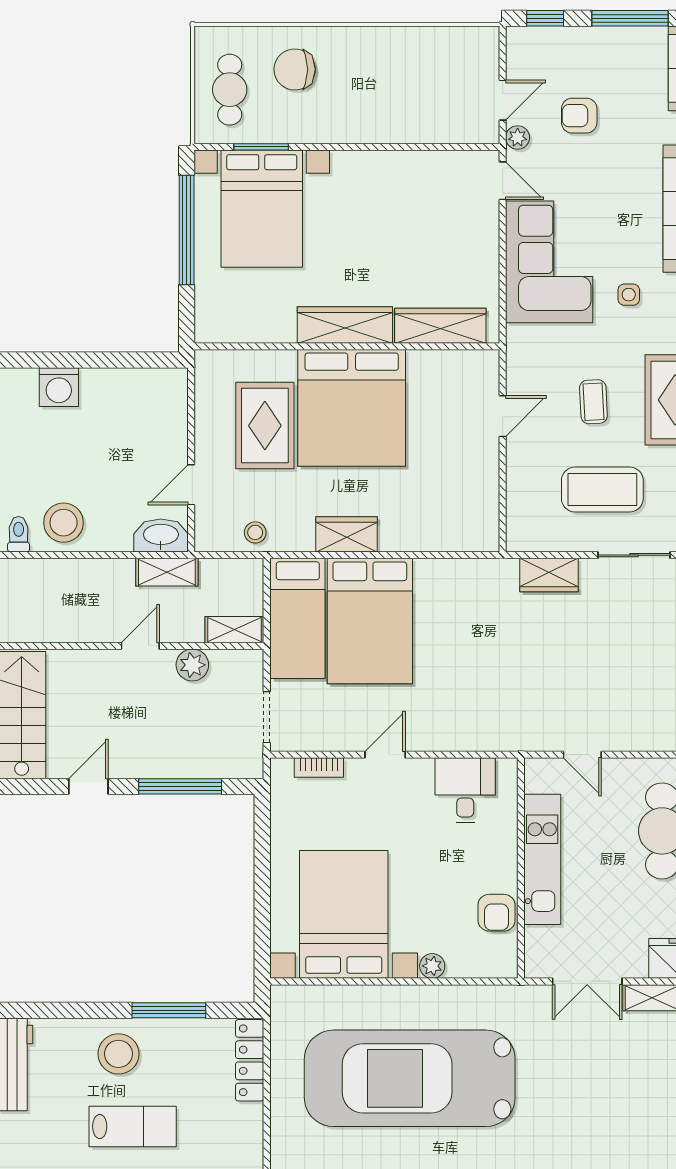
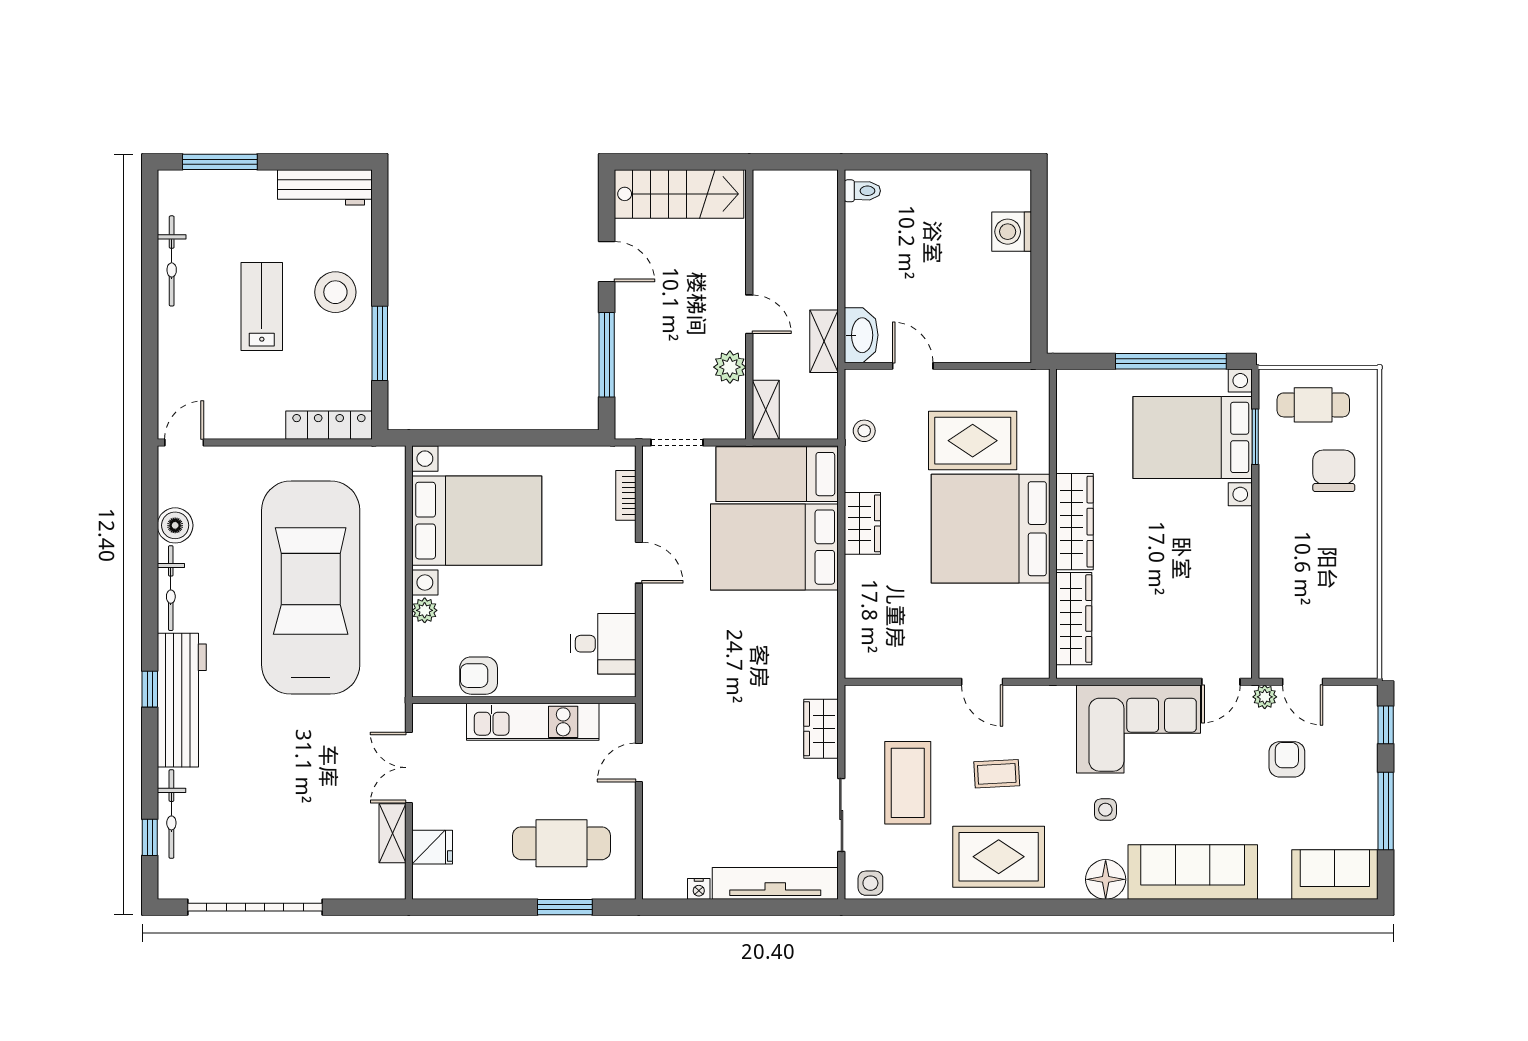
stool: (64, 523) -> (874, 236), removed
lab bench: (133, 1126) -> (262, 307), turned 180

